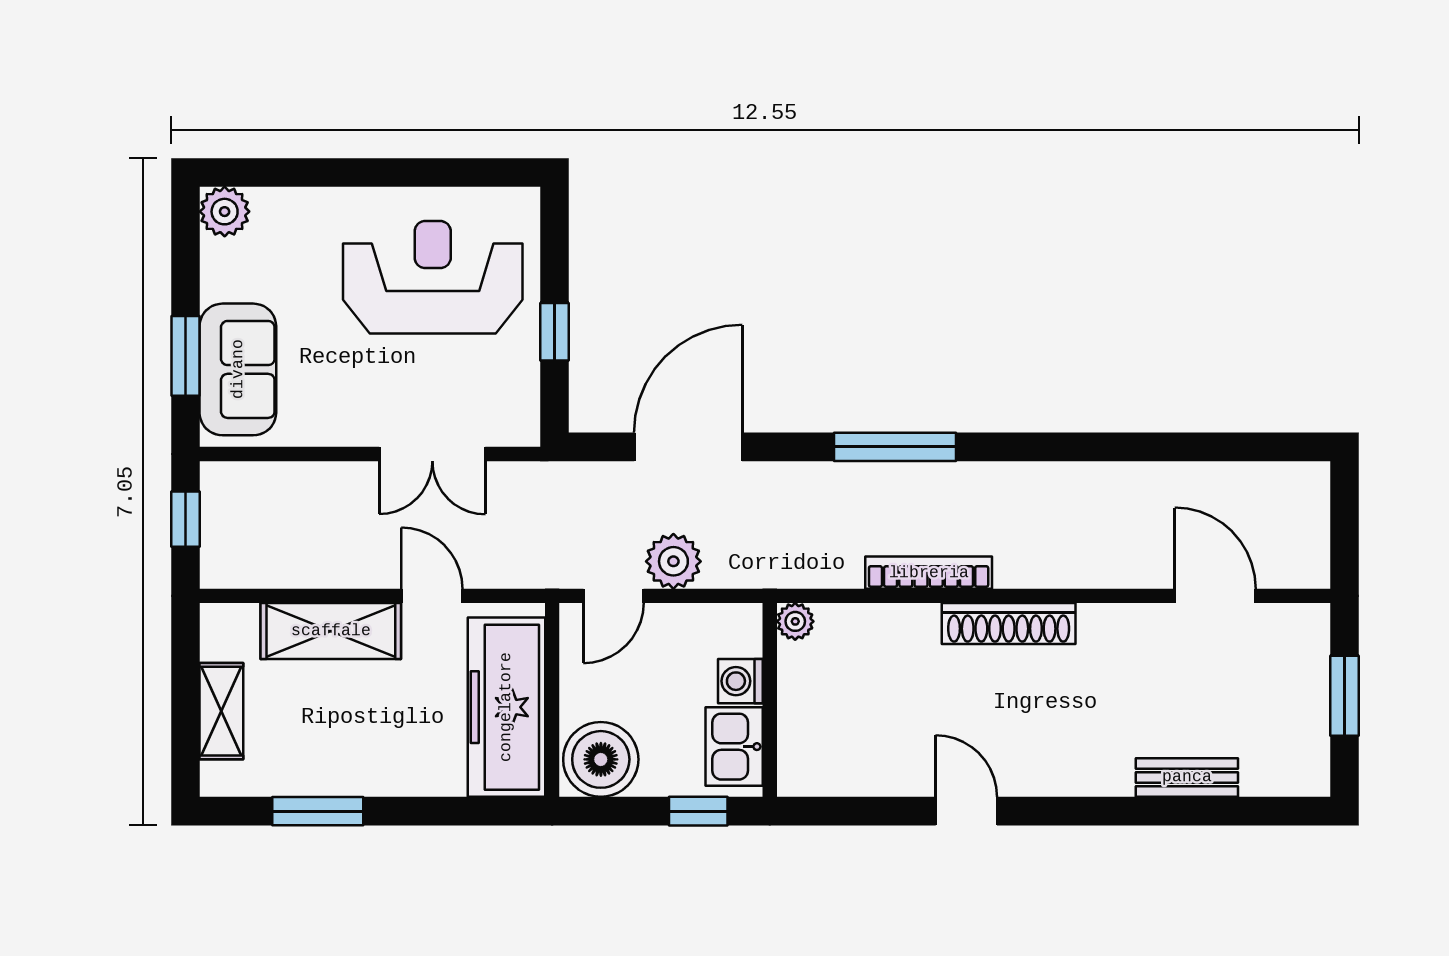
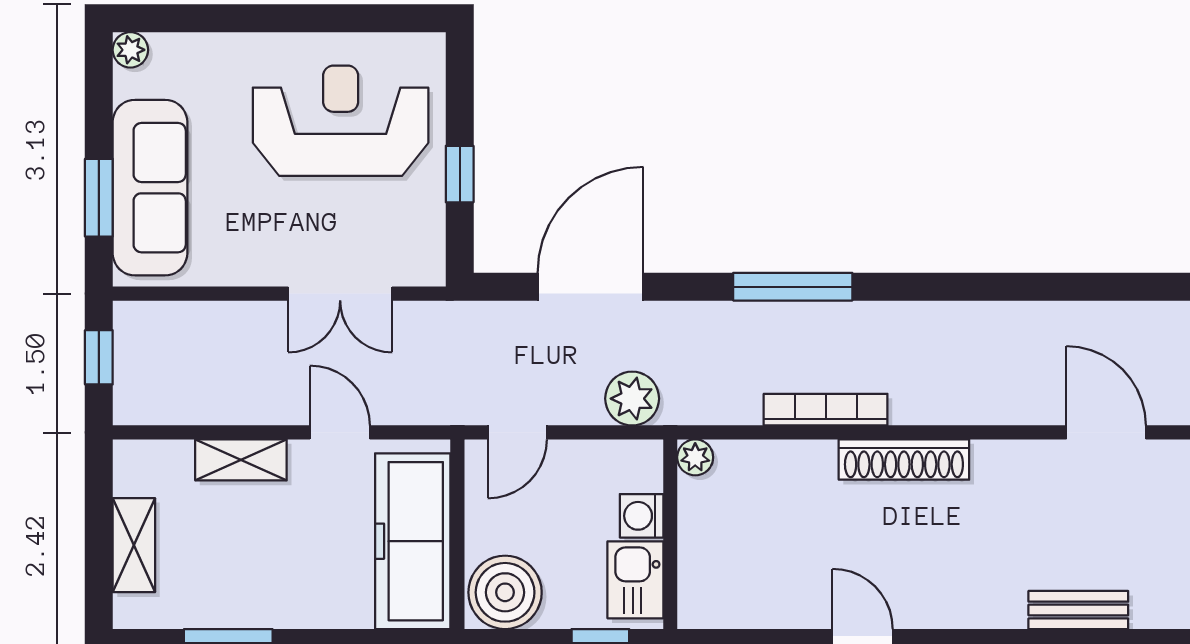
plant: (225, 212) -> (130, 50), width x0.73, depth x0.73
sofa: (238, 369) -> (150, 188), width x1.36
plant: (673, 561) -> (632, 399), moved
shelving: (331, 631) -> (241, 460), width x0.67, depth x0.75

